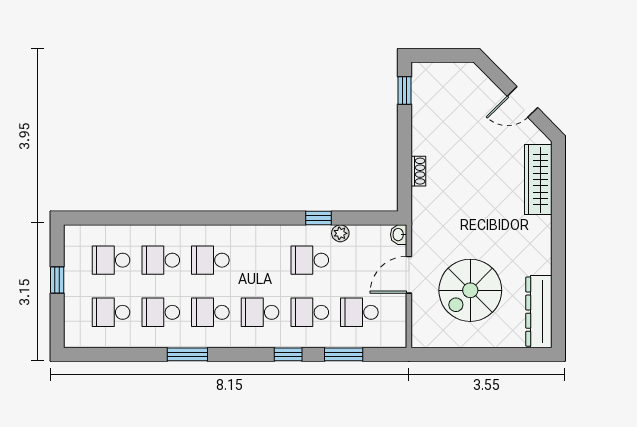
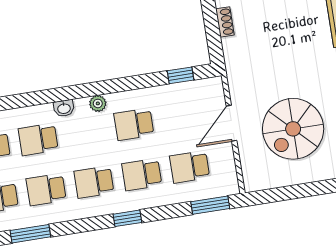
window: (318, 218) -> (180, 75), moved
plant: (340, 233) -> (98, 103), moved
washbasin: (399, 235) -> (64, 108), moved, turned -90
window: (344, 354) -> (210, 205), moved

